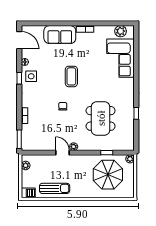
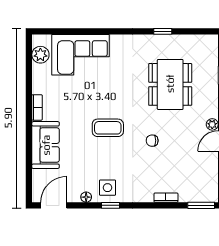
dining table: (101, 118) -> (170, 84), turned 90

